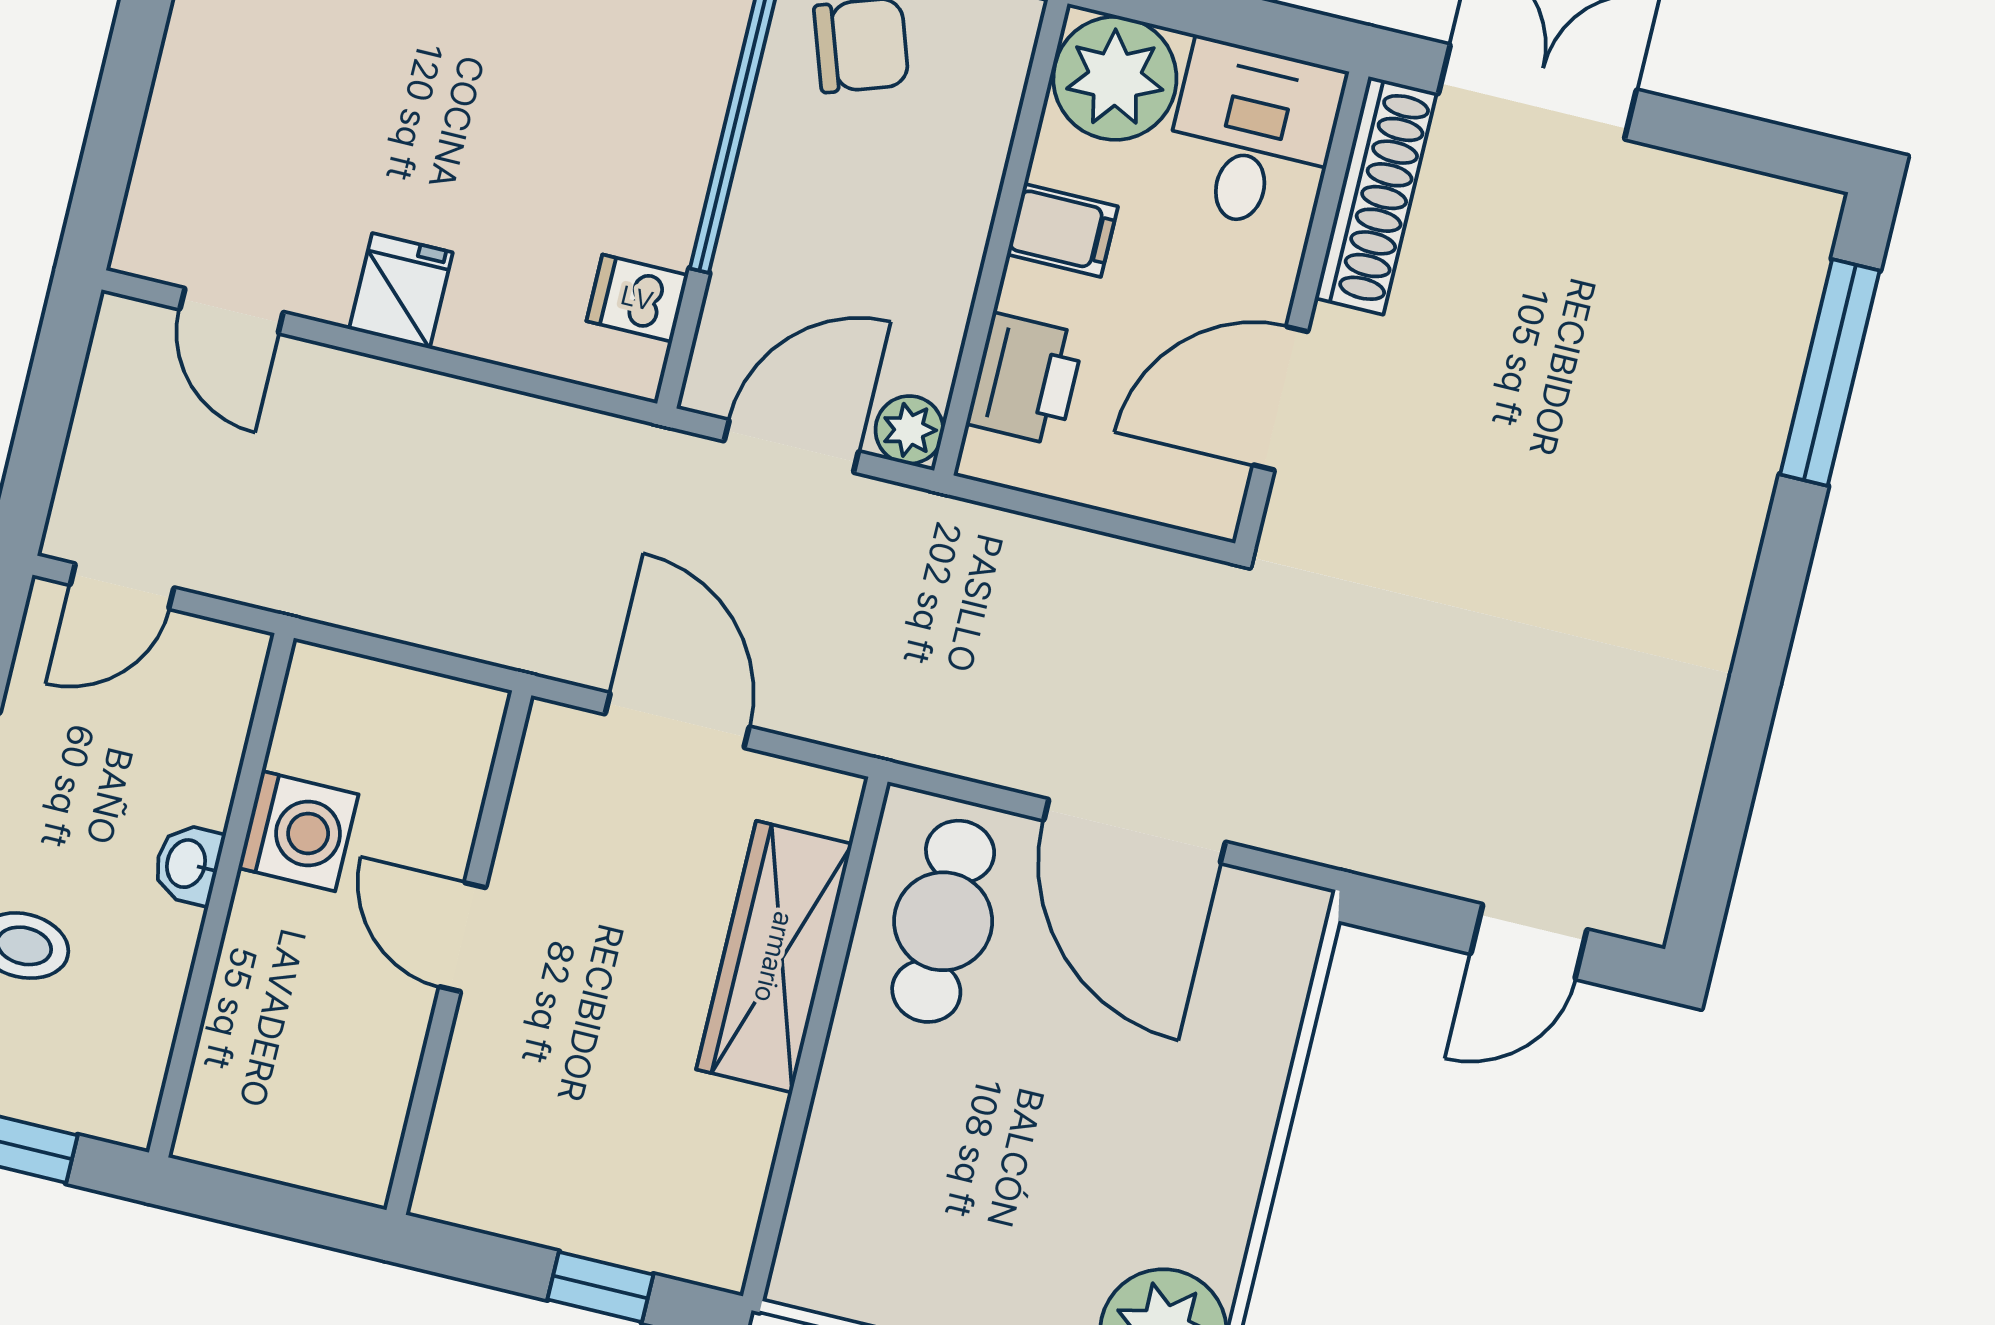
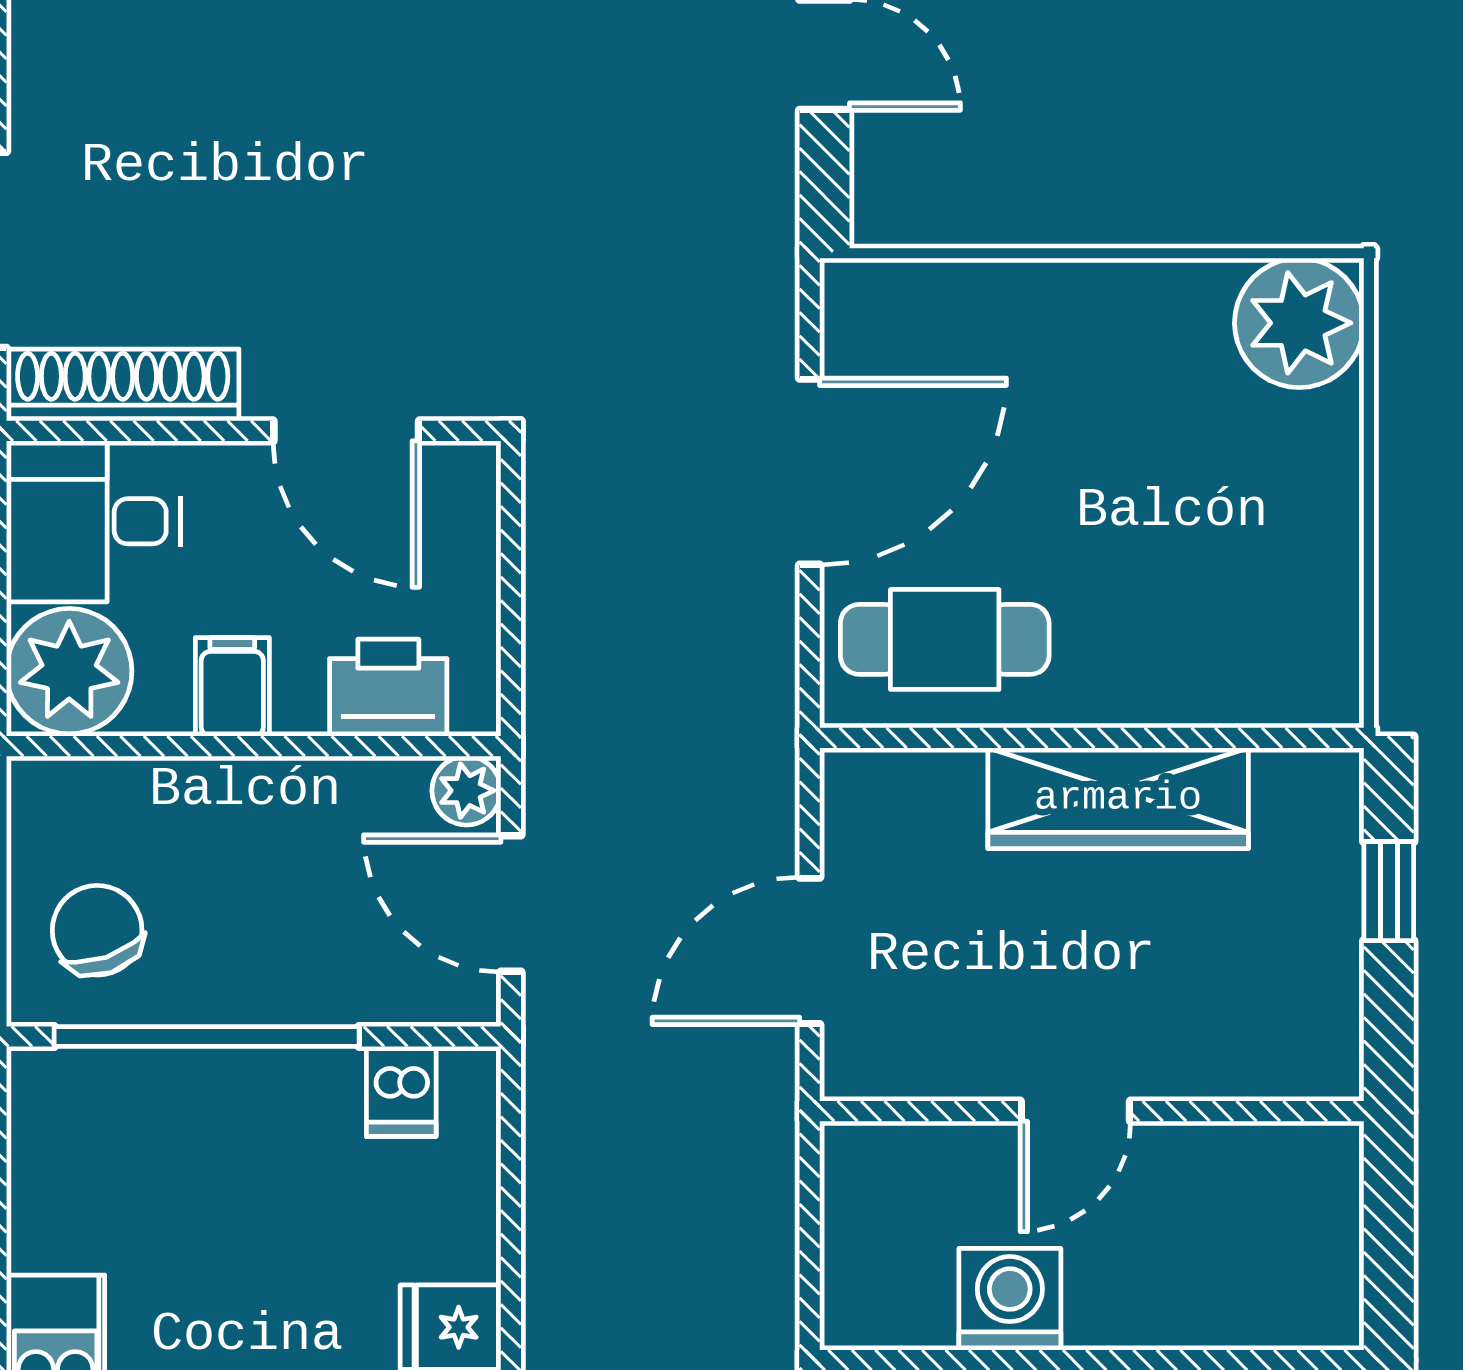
wardrobe: (774, 957) -> (1118, 798), moved

